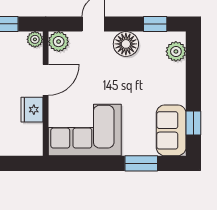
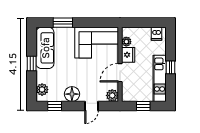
plant: (35, 39) -> (126, 42), moved
window: (193, 123) -> (32, 64), moved
sofa: (171, 130) -> (45, 48), width x1.36

